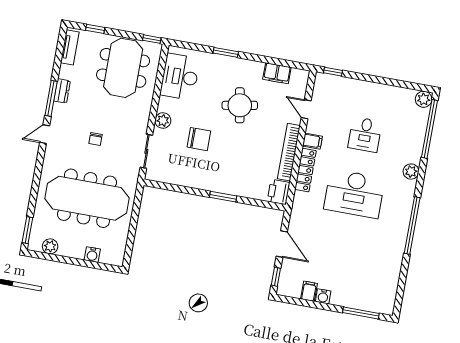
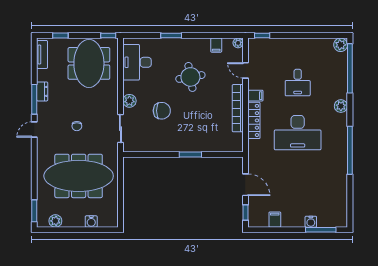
filing cabinet: (277, 73) -> (216, 45), width x0.50
plant: (303, 75) -> (238, 43), added
printer: (279, 192) -> (235, 142), removed
water cooler: (323, 296) -> (311, 222), moved

